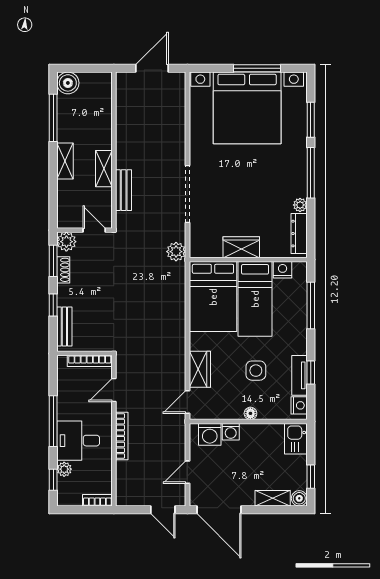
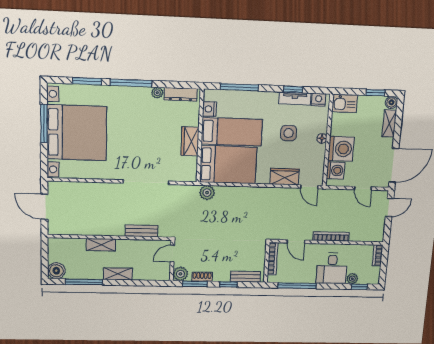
shelving: (104, 169) -> (101, 245), moved
plant: (176, 252) -> (207, 193), moved
window: (53, 421) -> (297, 286), moved
washing machine: (231, 432) -> (341, 149), width x1.89, depth x1.89

